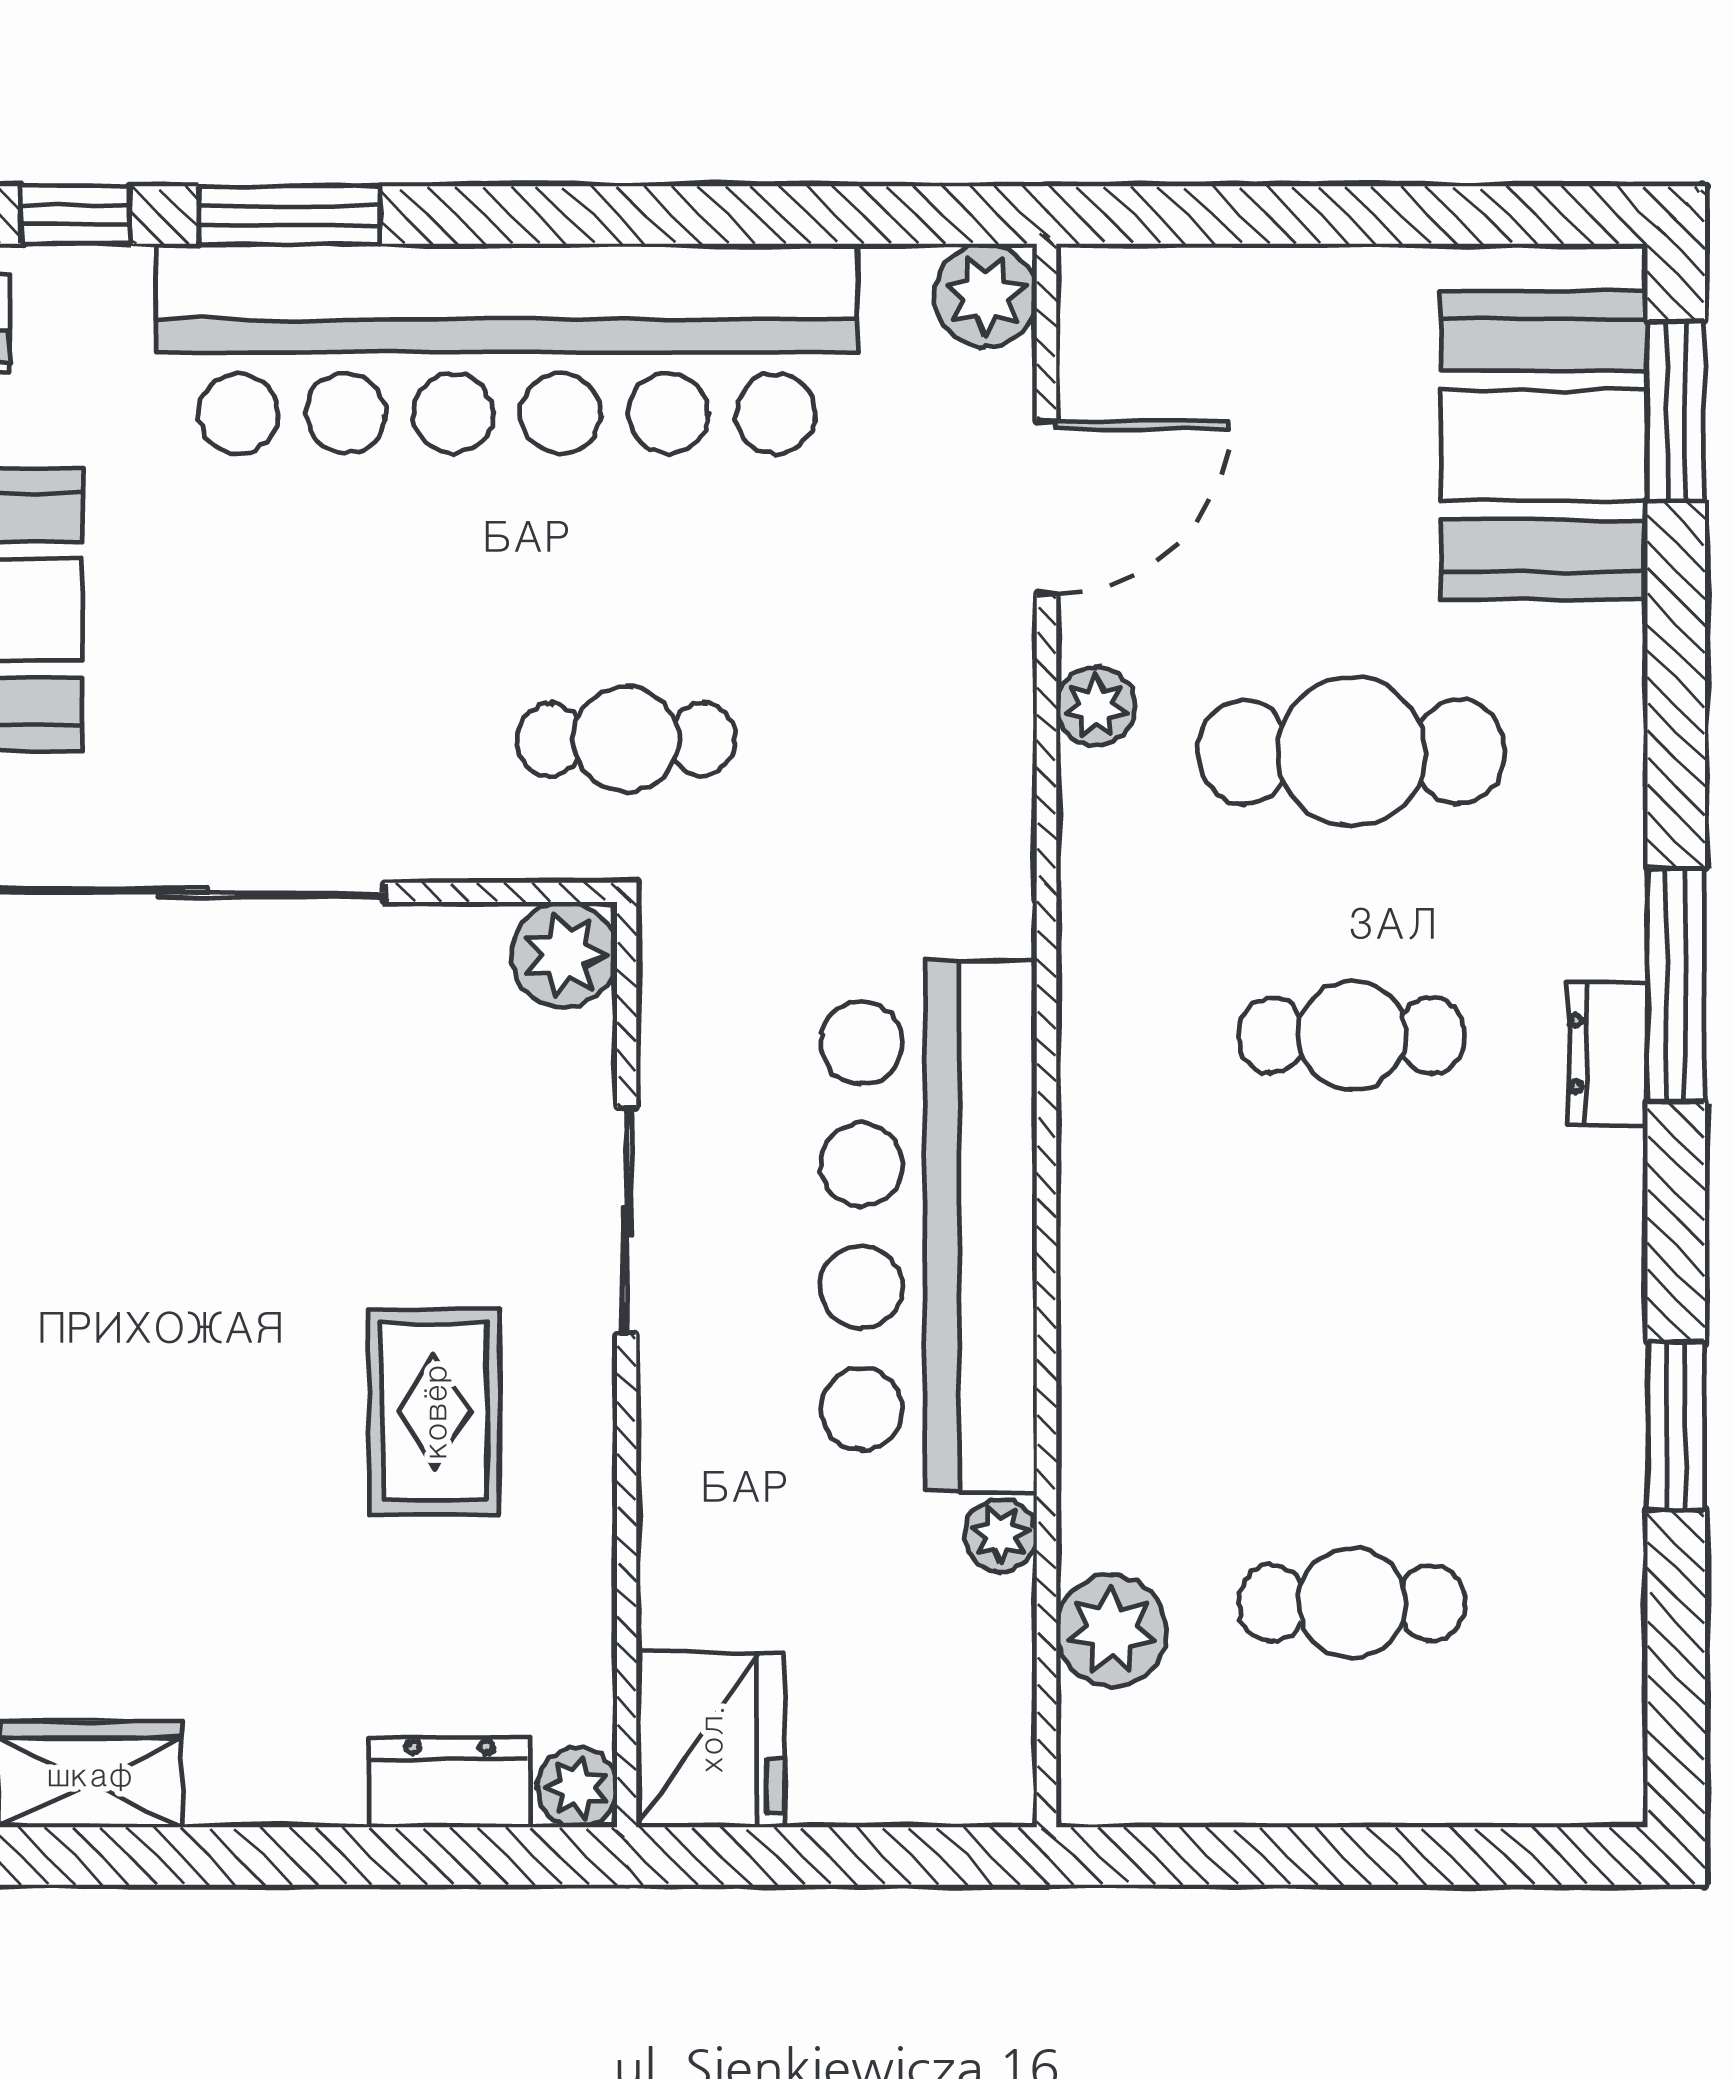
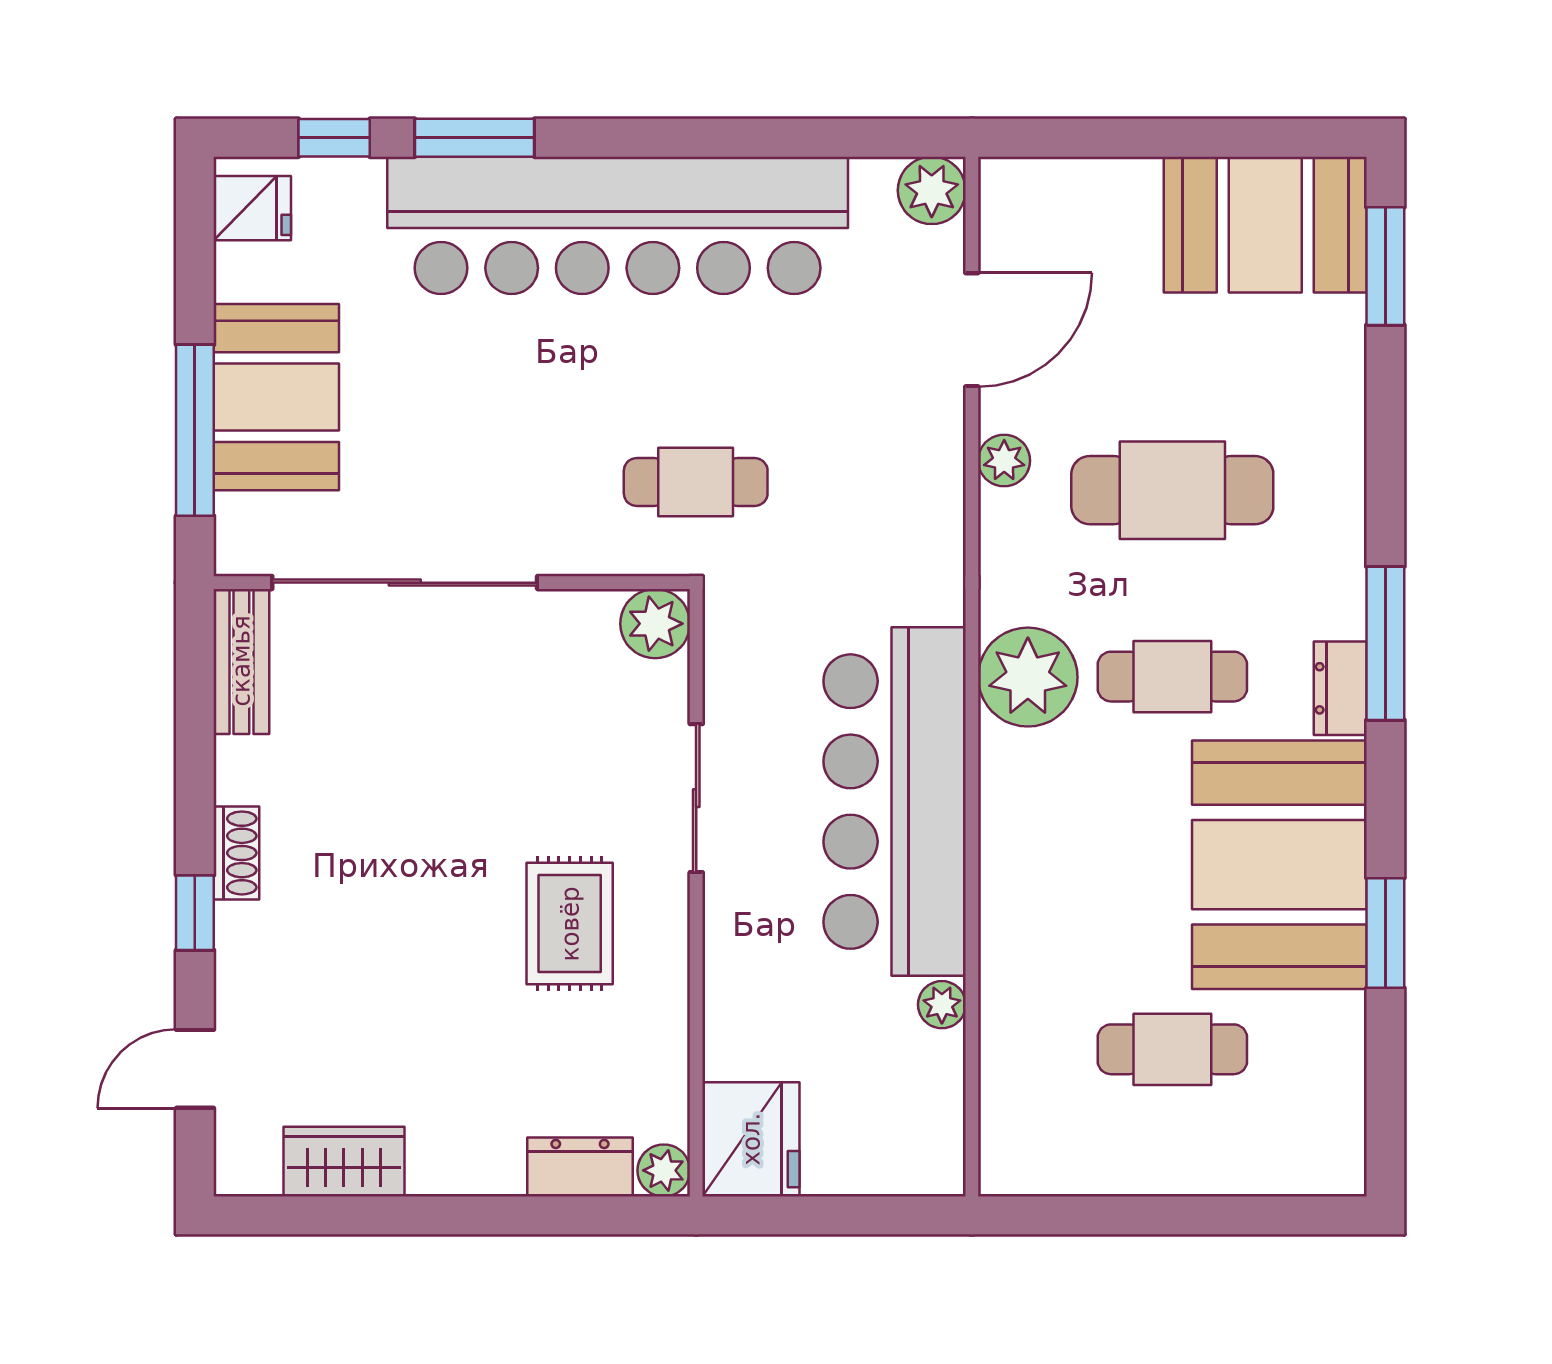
booth: (1544, 445) -> (1265, 225), moved, turned 90
booth: (1515, 1322) -> (1279, 865), added
plant: (1111, 1630) -> (1028, 677), moved, width x1.36, depth x1.36

